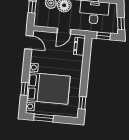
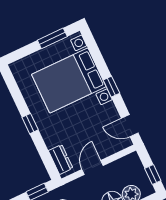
window: (24, 89) -> (111, 87), moved
window: (82, 103) -> (30, 124), moved

